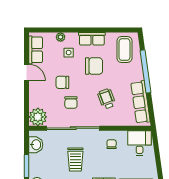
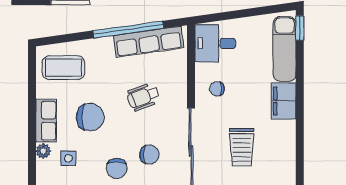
plant: (61, 37) -> (43, 151), moved
chair: (94, 66) -> (90, 117), turned 90
window: (146, 71) -> (128, 29), moved
trolley: (75, 159) -> (242, 147), turned 90

